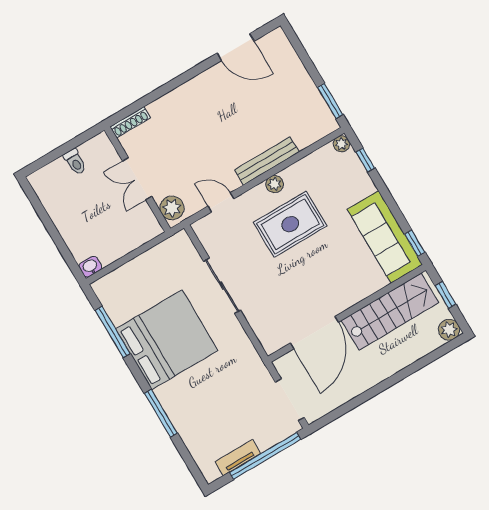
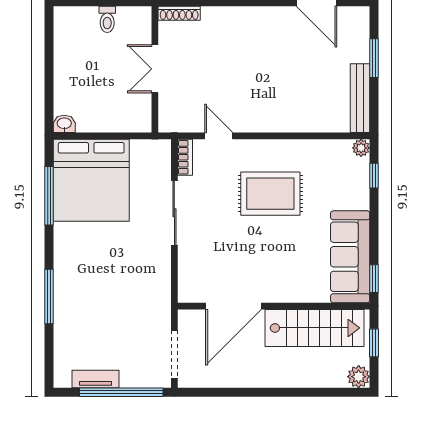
window: (330, 101) -> (374, 58), moved
bench: (267, 161) -> (360, 98), moved, turned 90
plant: (275, 184) -> (278, 148), removed
plant: (172, 208) -> (171, 114), removed
bookcase: (204, 236) -> (185, 157), added
bed: (167, 340) -> (91, 180), moved, turned 90

